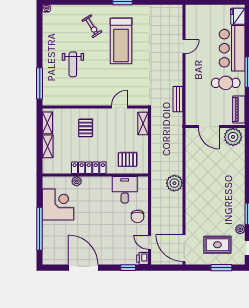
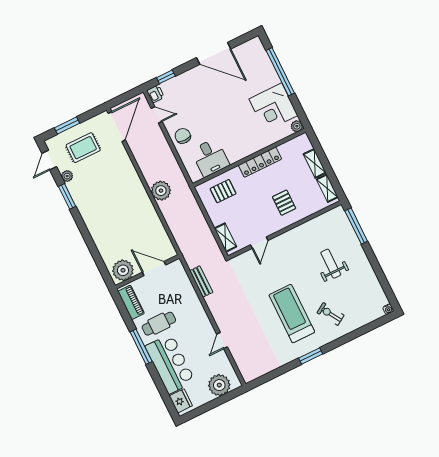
plant: (203, 14) -> (219, 385), added
plant: (77, 181) -> (297, 126), moved
door: (184, 248) -> (117, 127), hinge flipped

